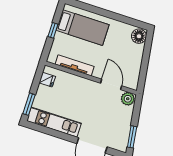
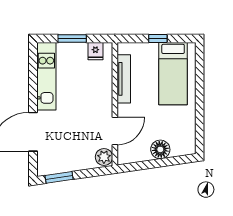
floor lamp: (139, 36) -> (160, 149), moved
window: (29, 104) -> (72, 39), moved

